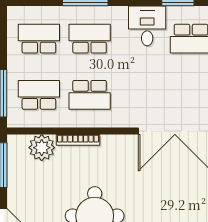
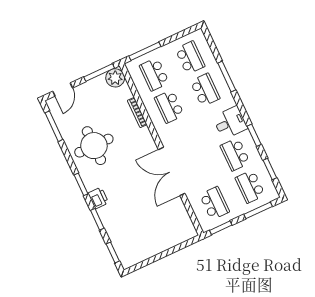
school desk: (39, 95) -> (154, 74), turned 180
plant: (42, 148) -> (115, 78), moved

